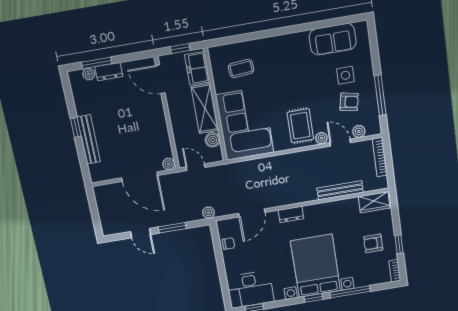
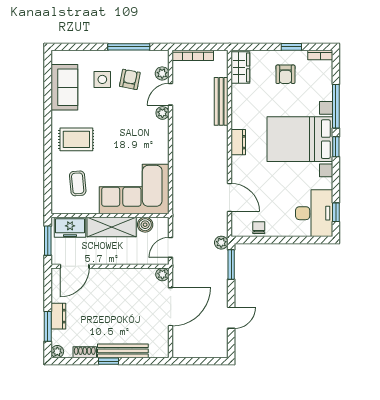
window: (180, 49) -> (48, 241), width x1.50
plant: (89, 74) -> (57, 352), moved
shoe rack: (79, 103) -> (85, 352), added
rug: (300, 126) -> (76, 139), moved
dresser: (291, 214) -> (238, 142), moved
window: (172, 228) -> (231, 264), moved

